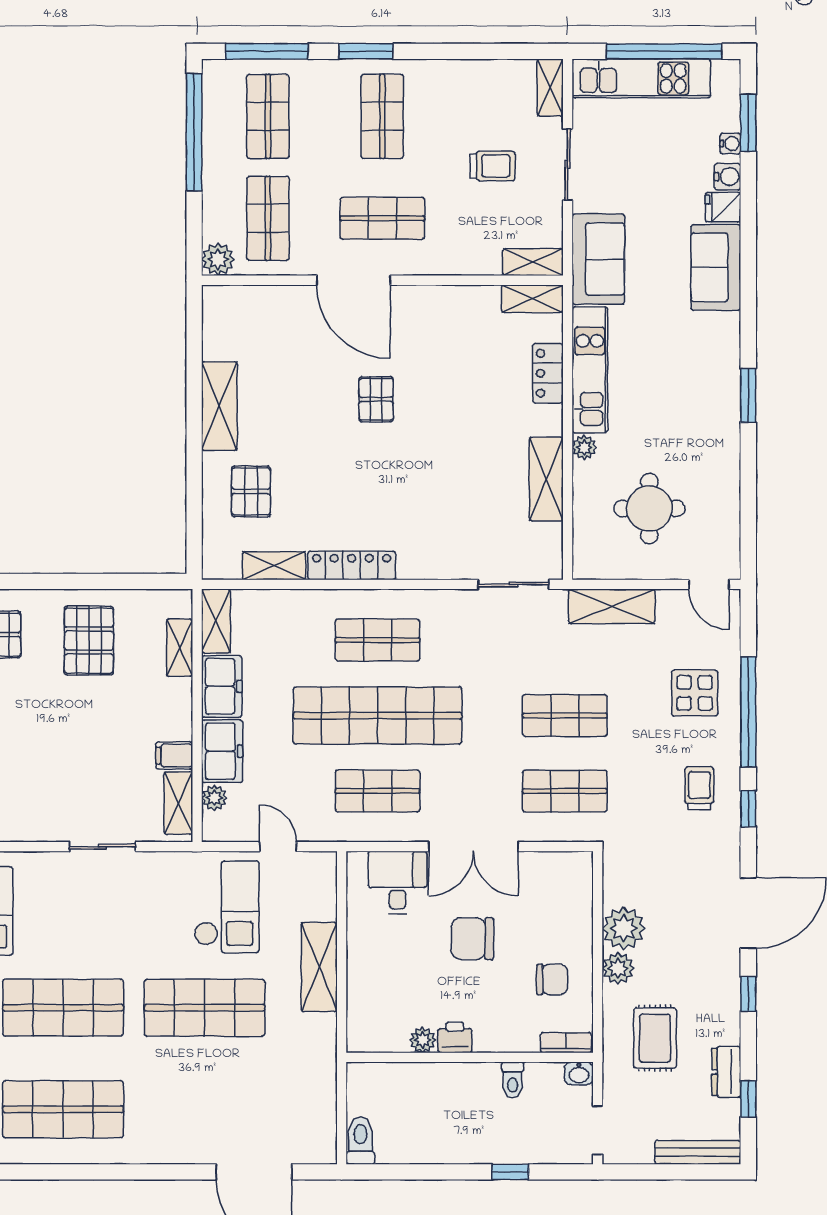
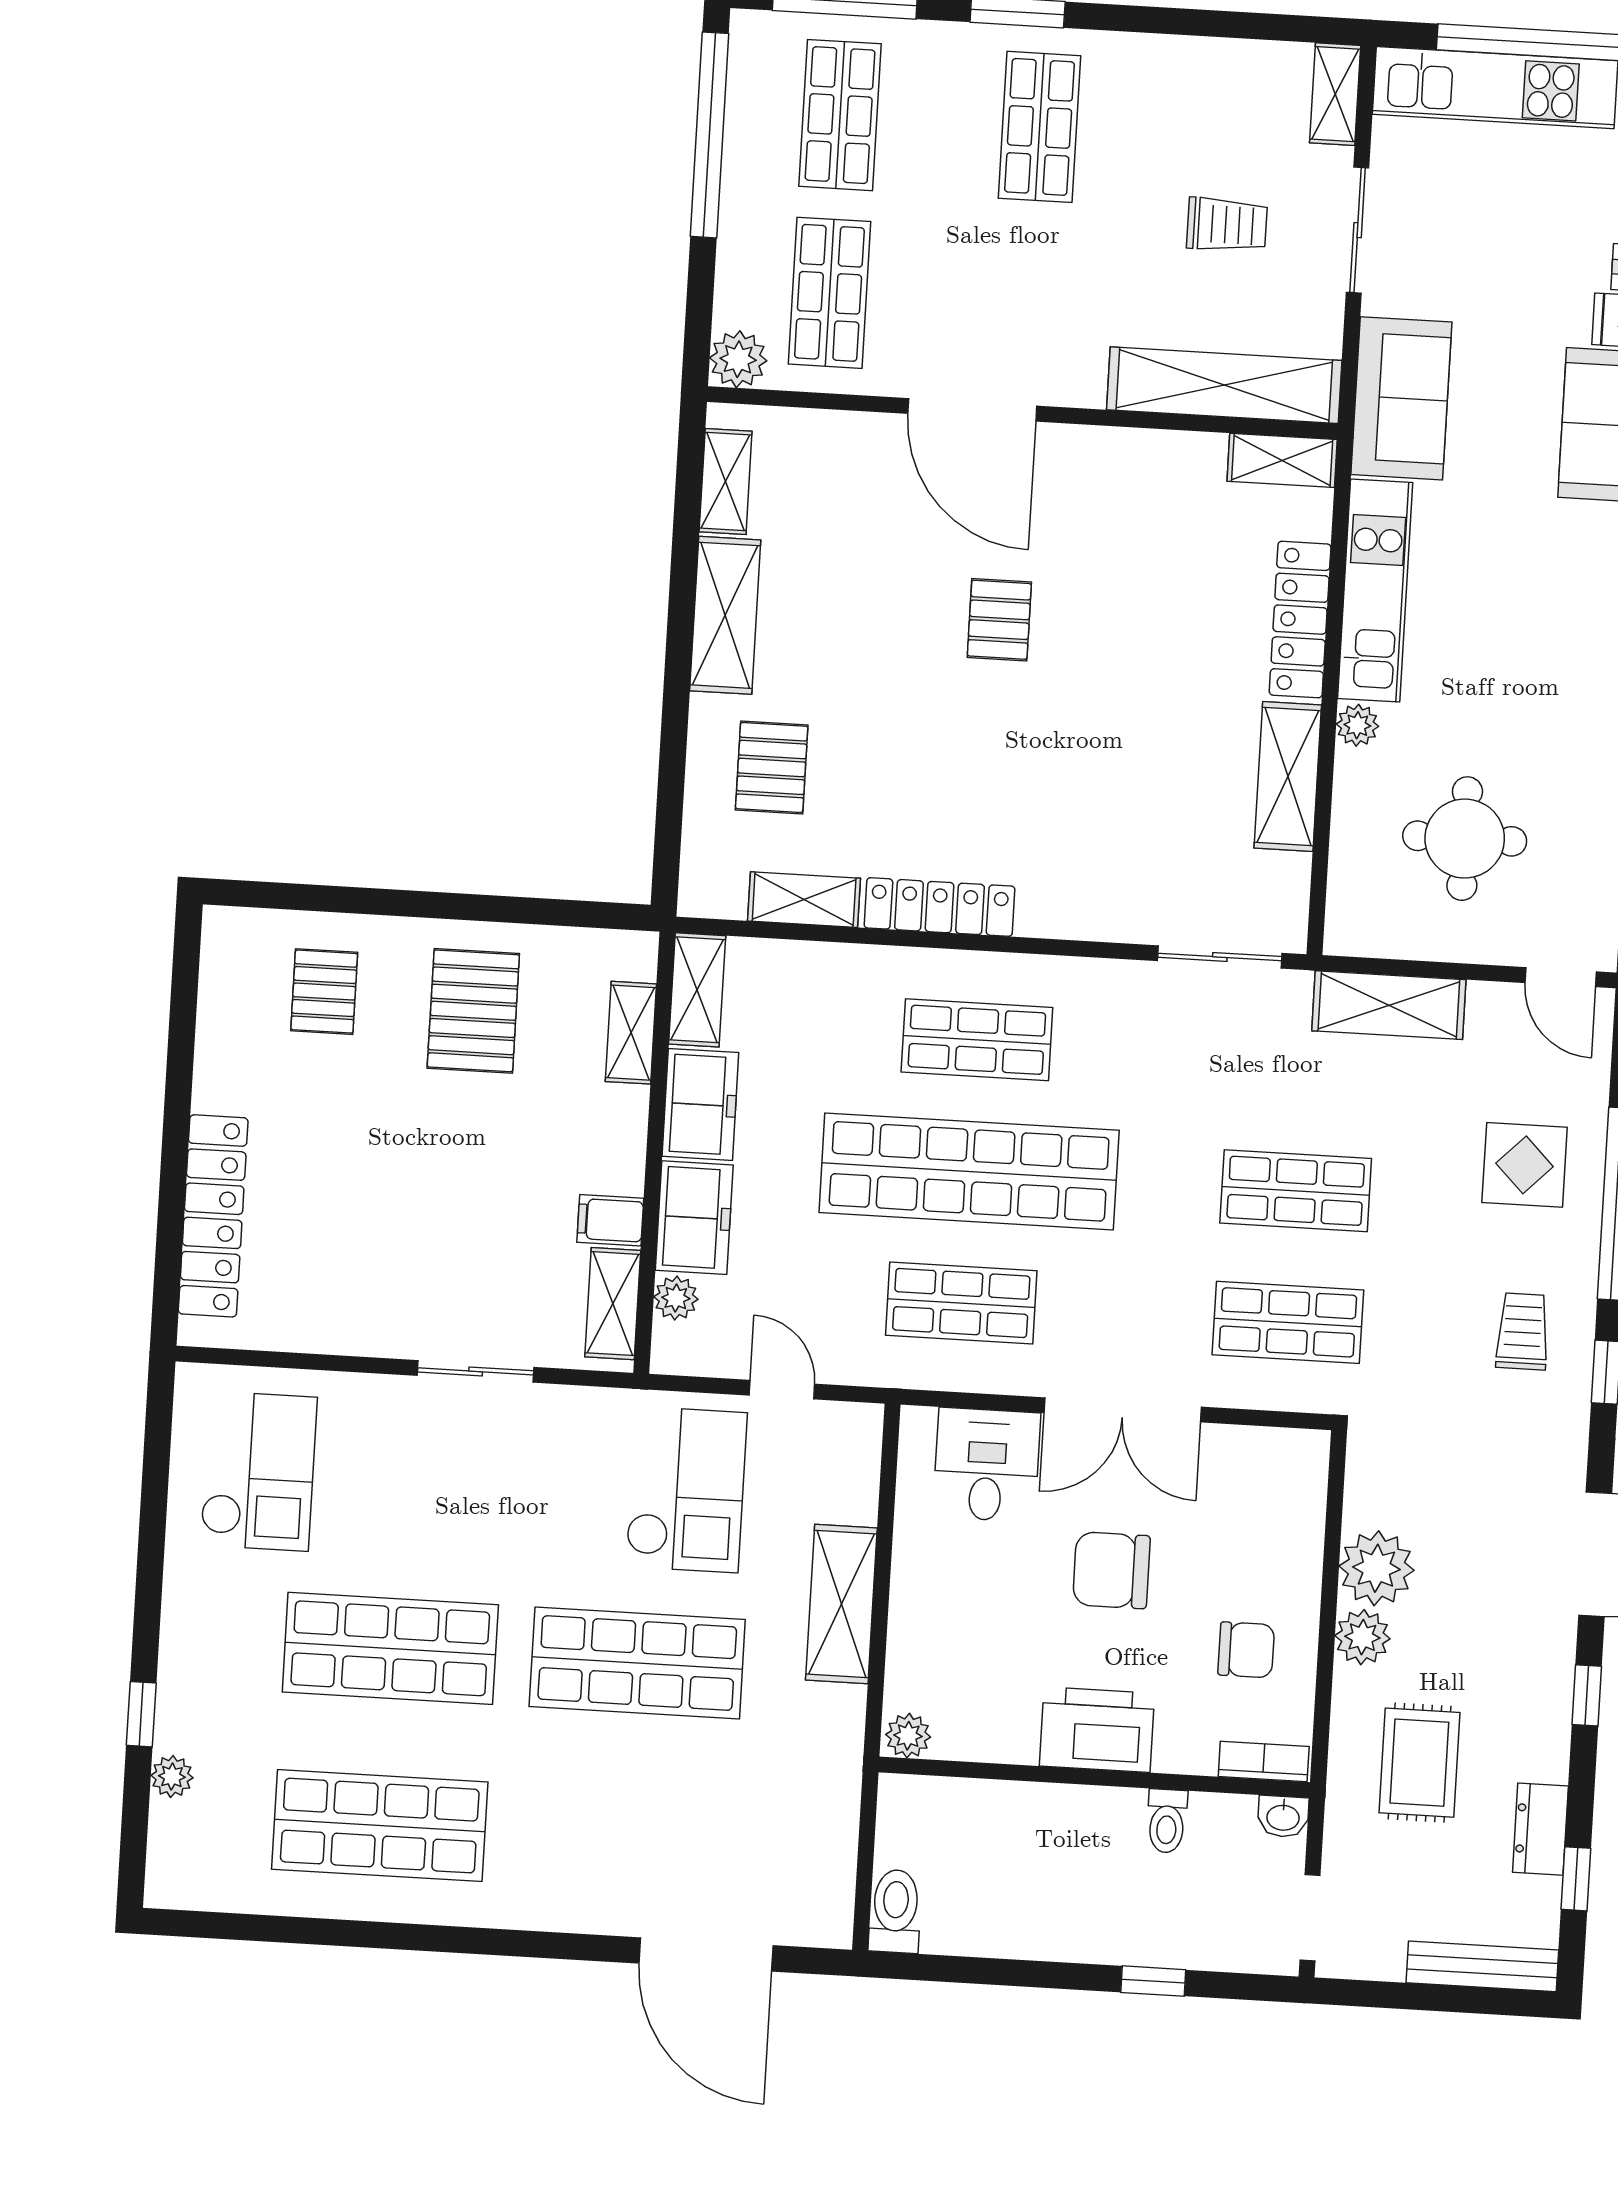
shop shelf: (382, 218) -> (1029, 305), removed
shelving: (533, 262) -> (1224, 385), width x2.20, depth x1.33
shelving: (215, 330) -> (726, 481), added
locker: (548, 373) -> (1300, 620), width x1.53
printer: (455, 1037) -> (1097, 1730), width x1.87, depth x1.48
plant: (423, 1040) -> (908, 1736), moved

